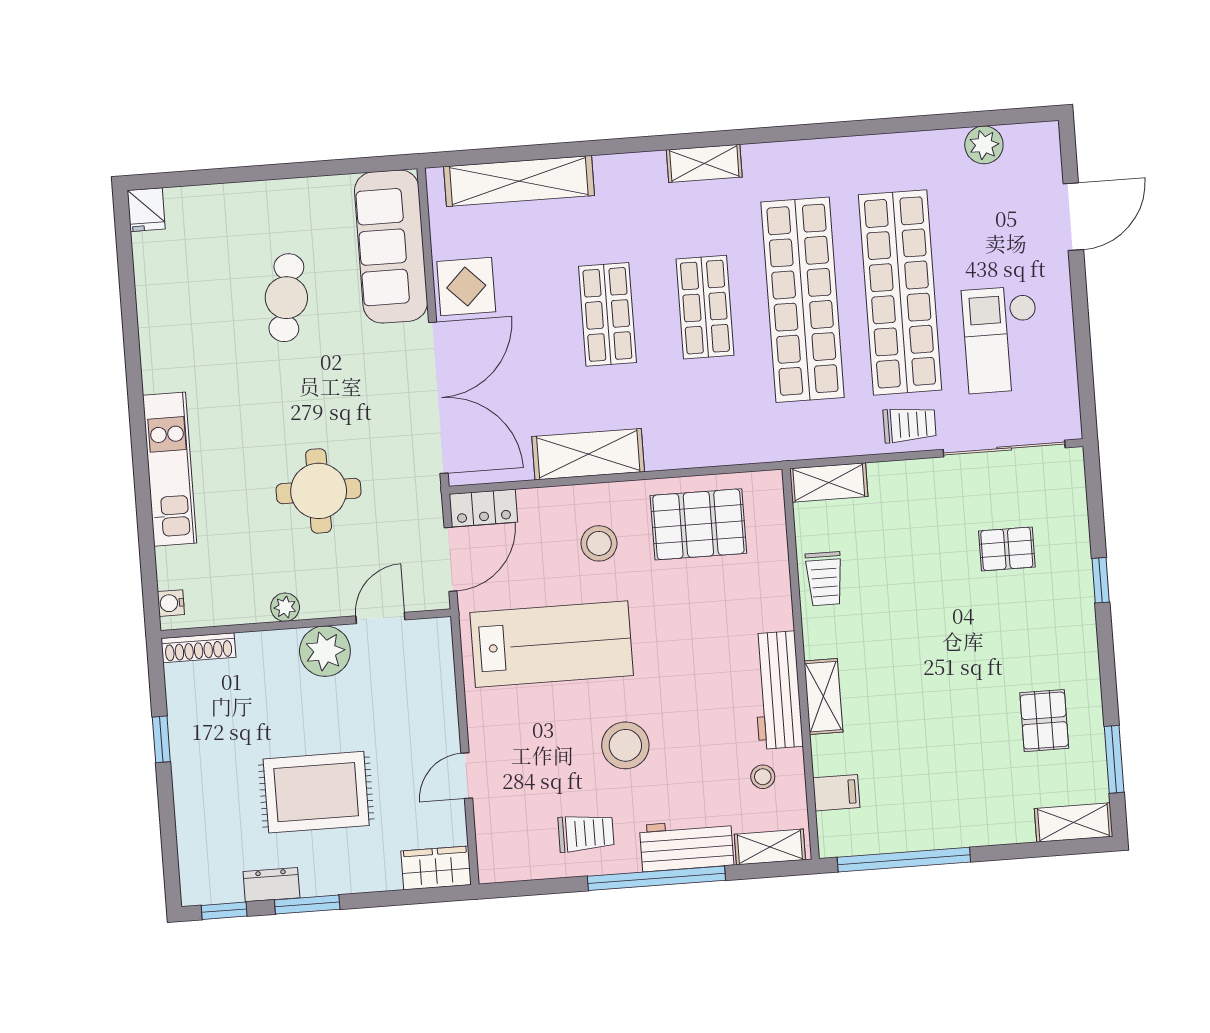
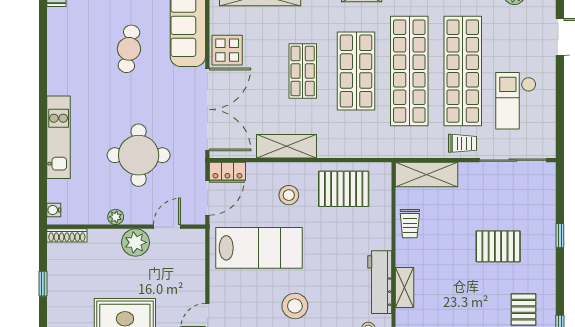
shop shelf: (705, 307) -> (356, 71), width x1.43, depth x1.36
shelving: (829, 482) -> (426, 174), width x1.50, depth x1.33
round table: (319, 491) -> (139, 155), width x1.36, depth x1.36
pallet: (1007, 549) -> (498, 246), moved, width x1.50, depth x1.42

